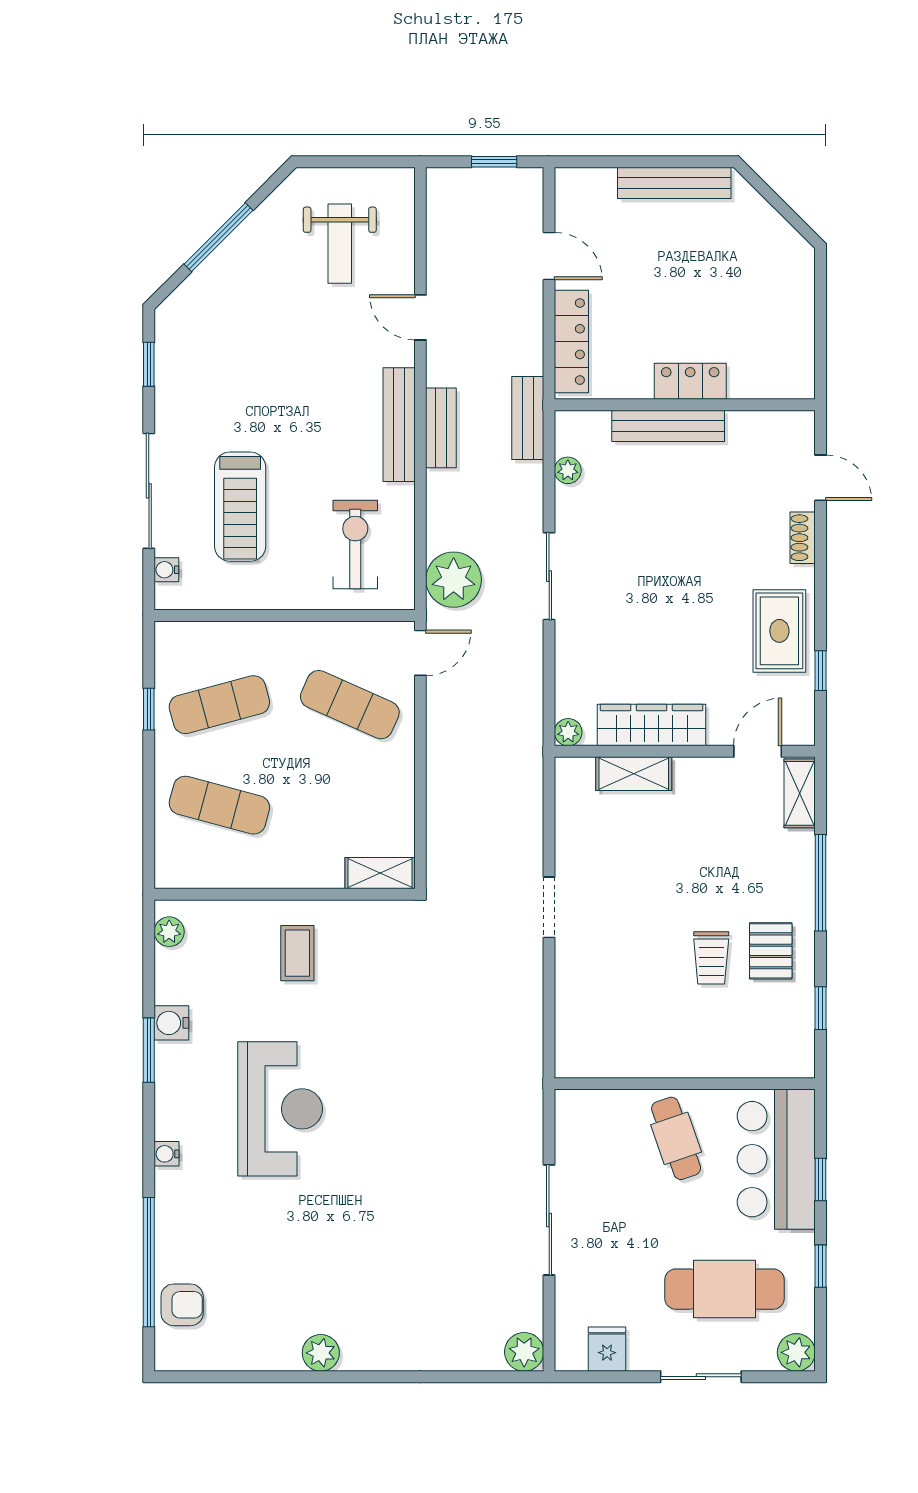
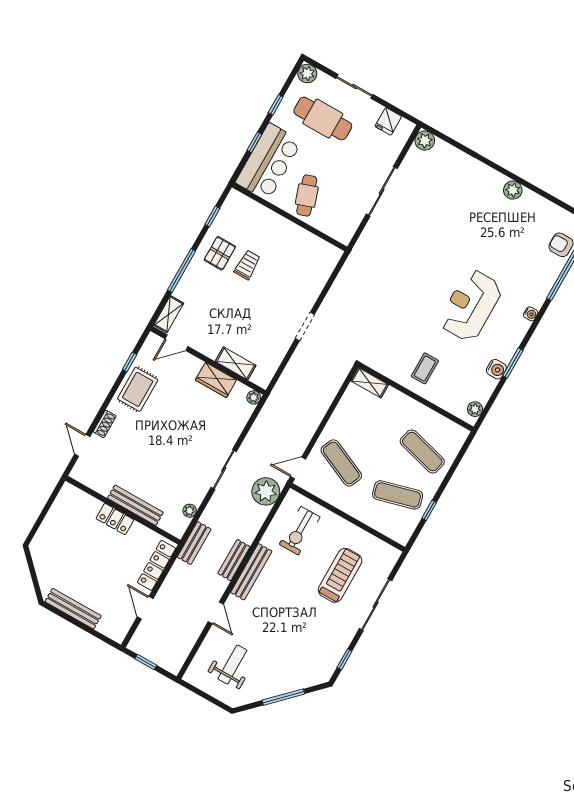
water cooler: (166, 570) -> (387, 566), removed
wardrobe: (652, 725) -> (216, 380), width x0.67

